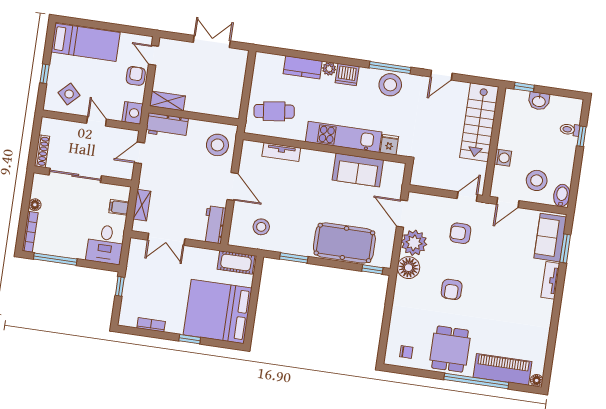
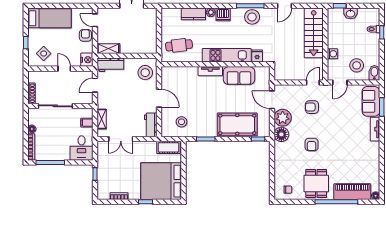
tv unit: (281, 152) -> (210, 71), moved

